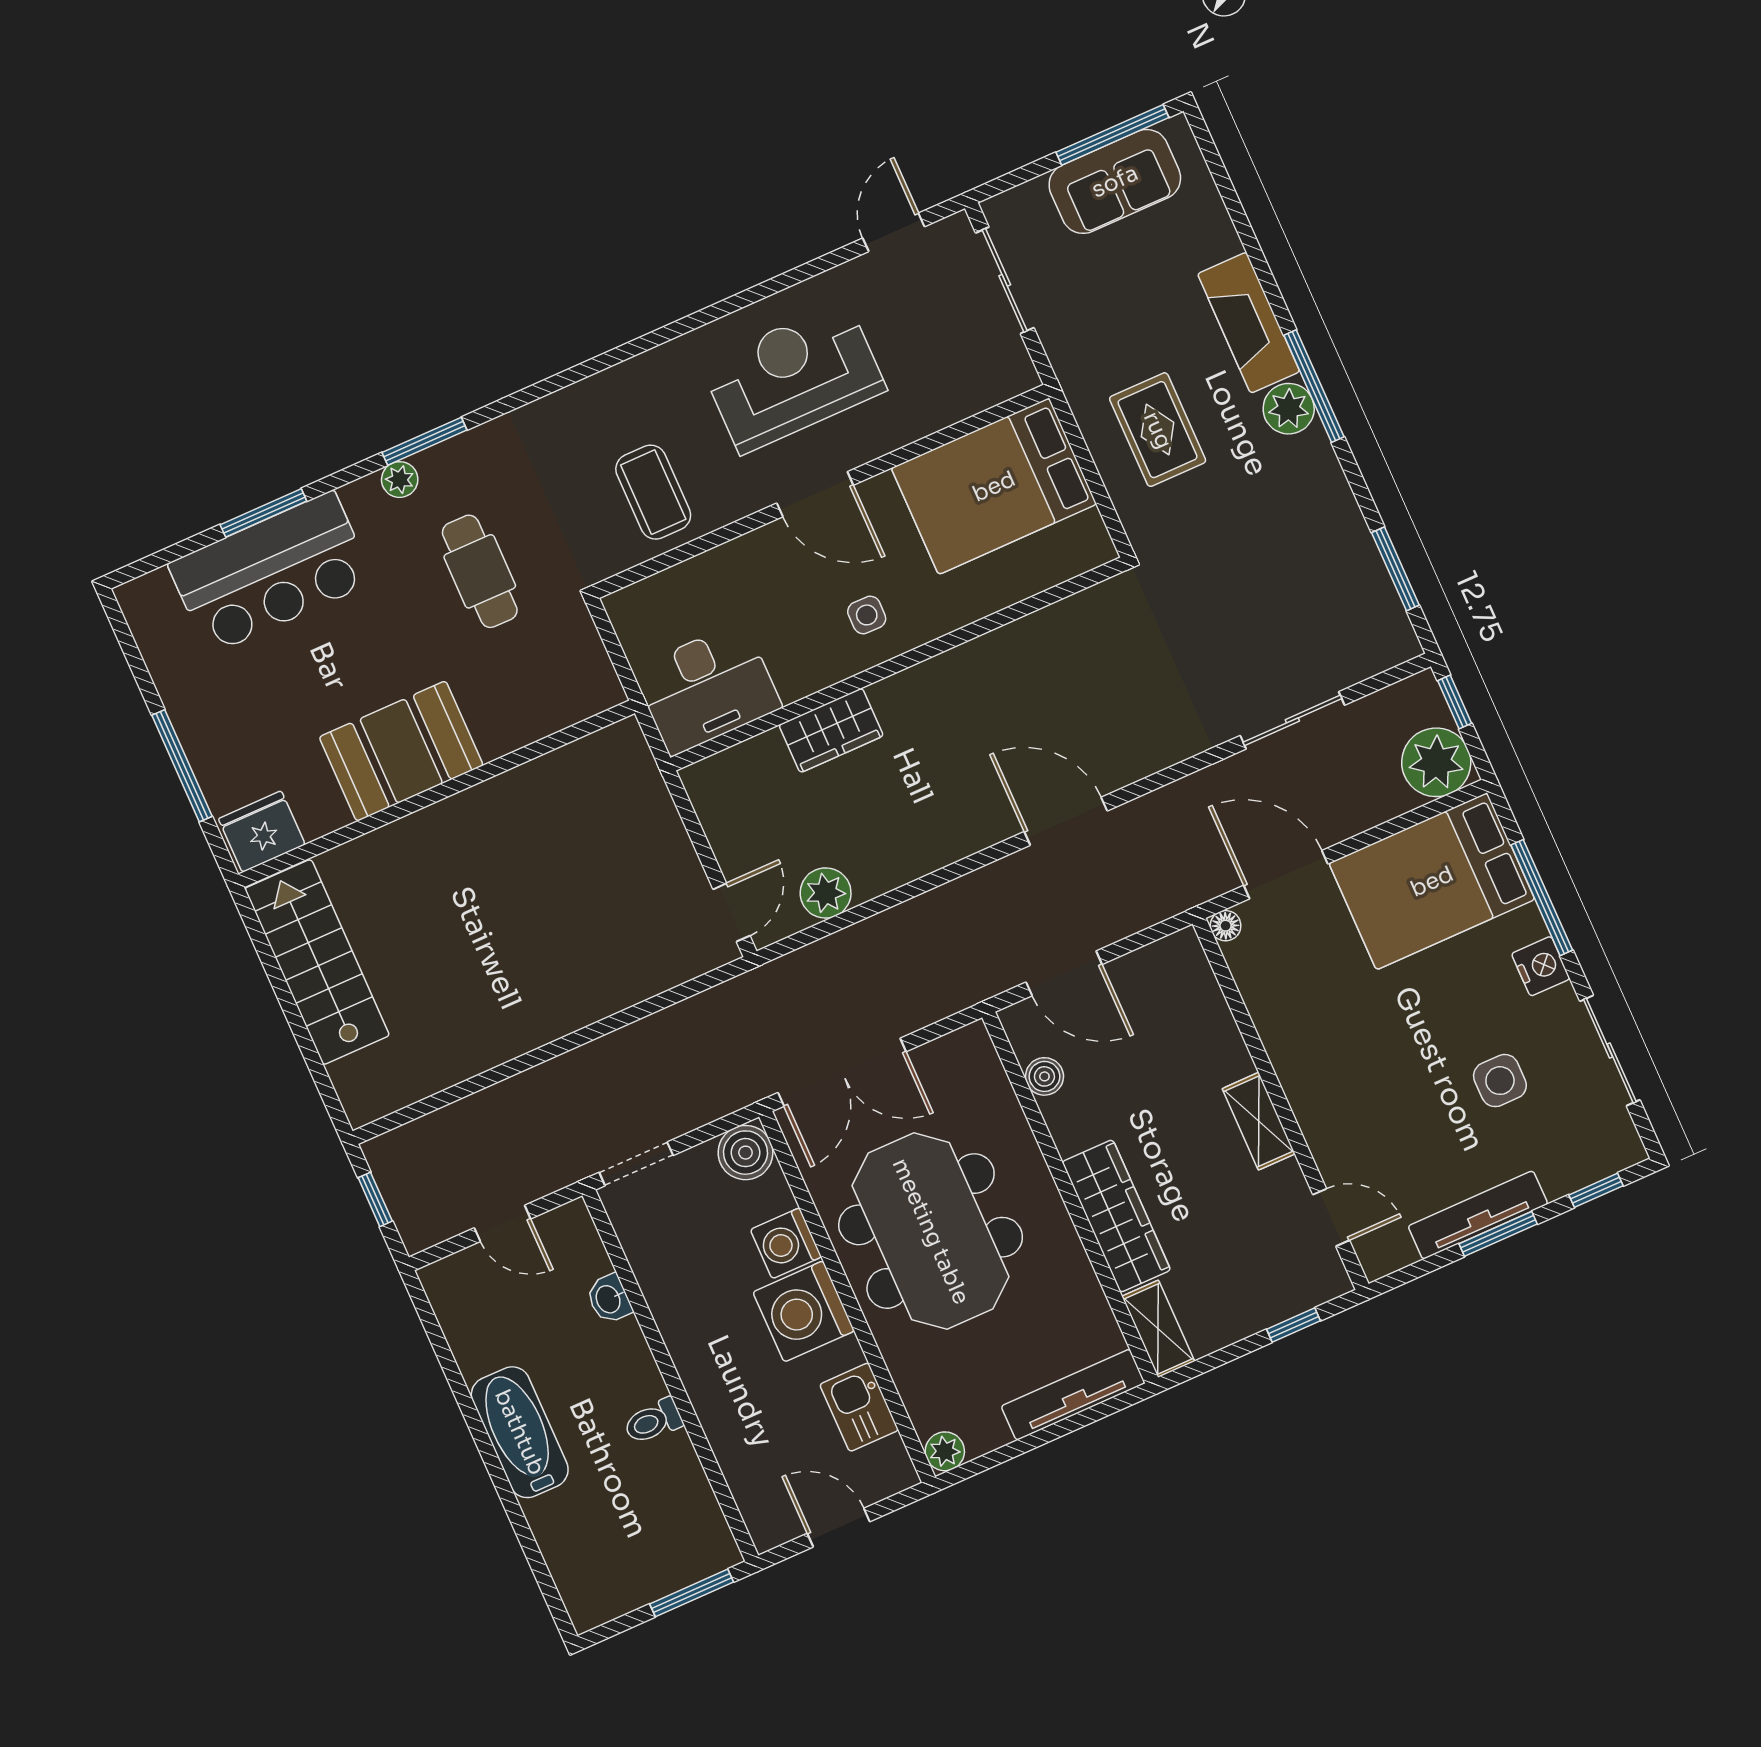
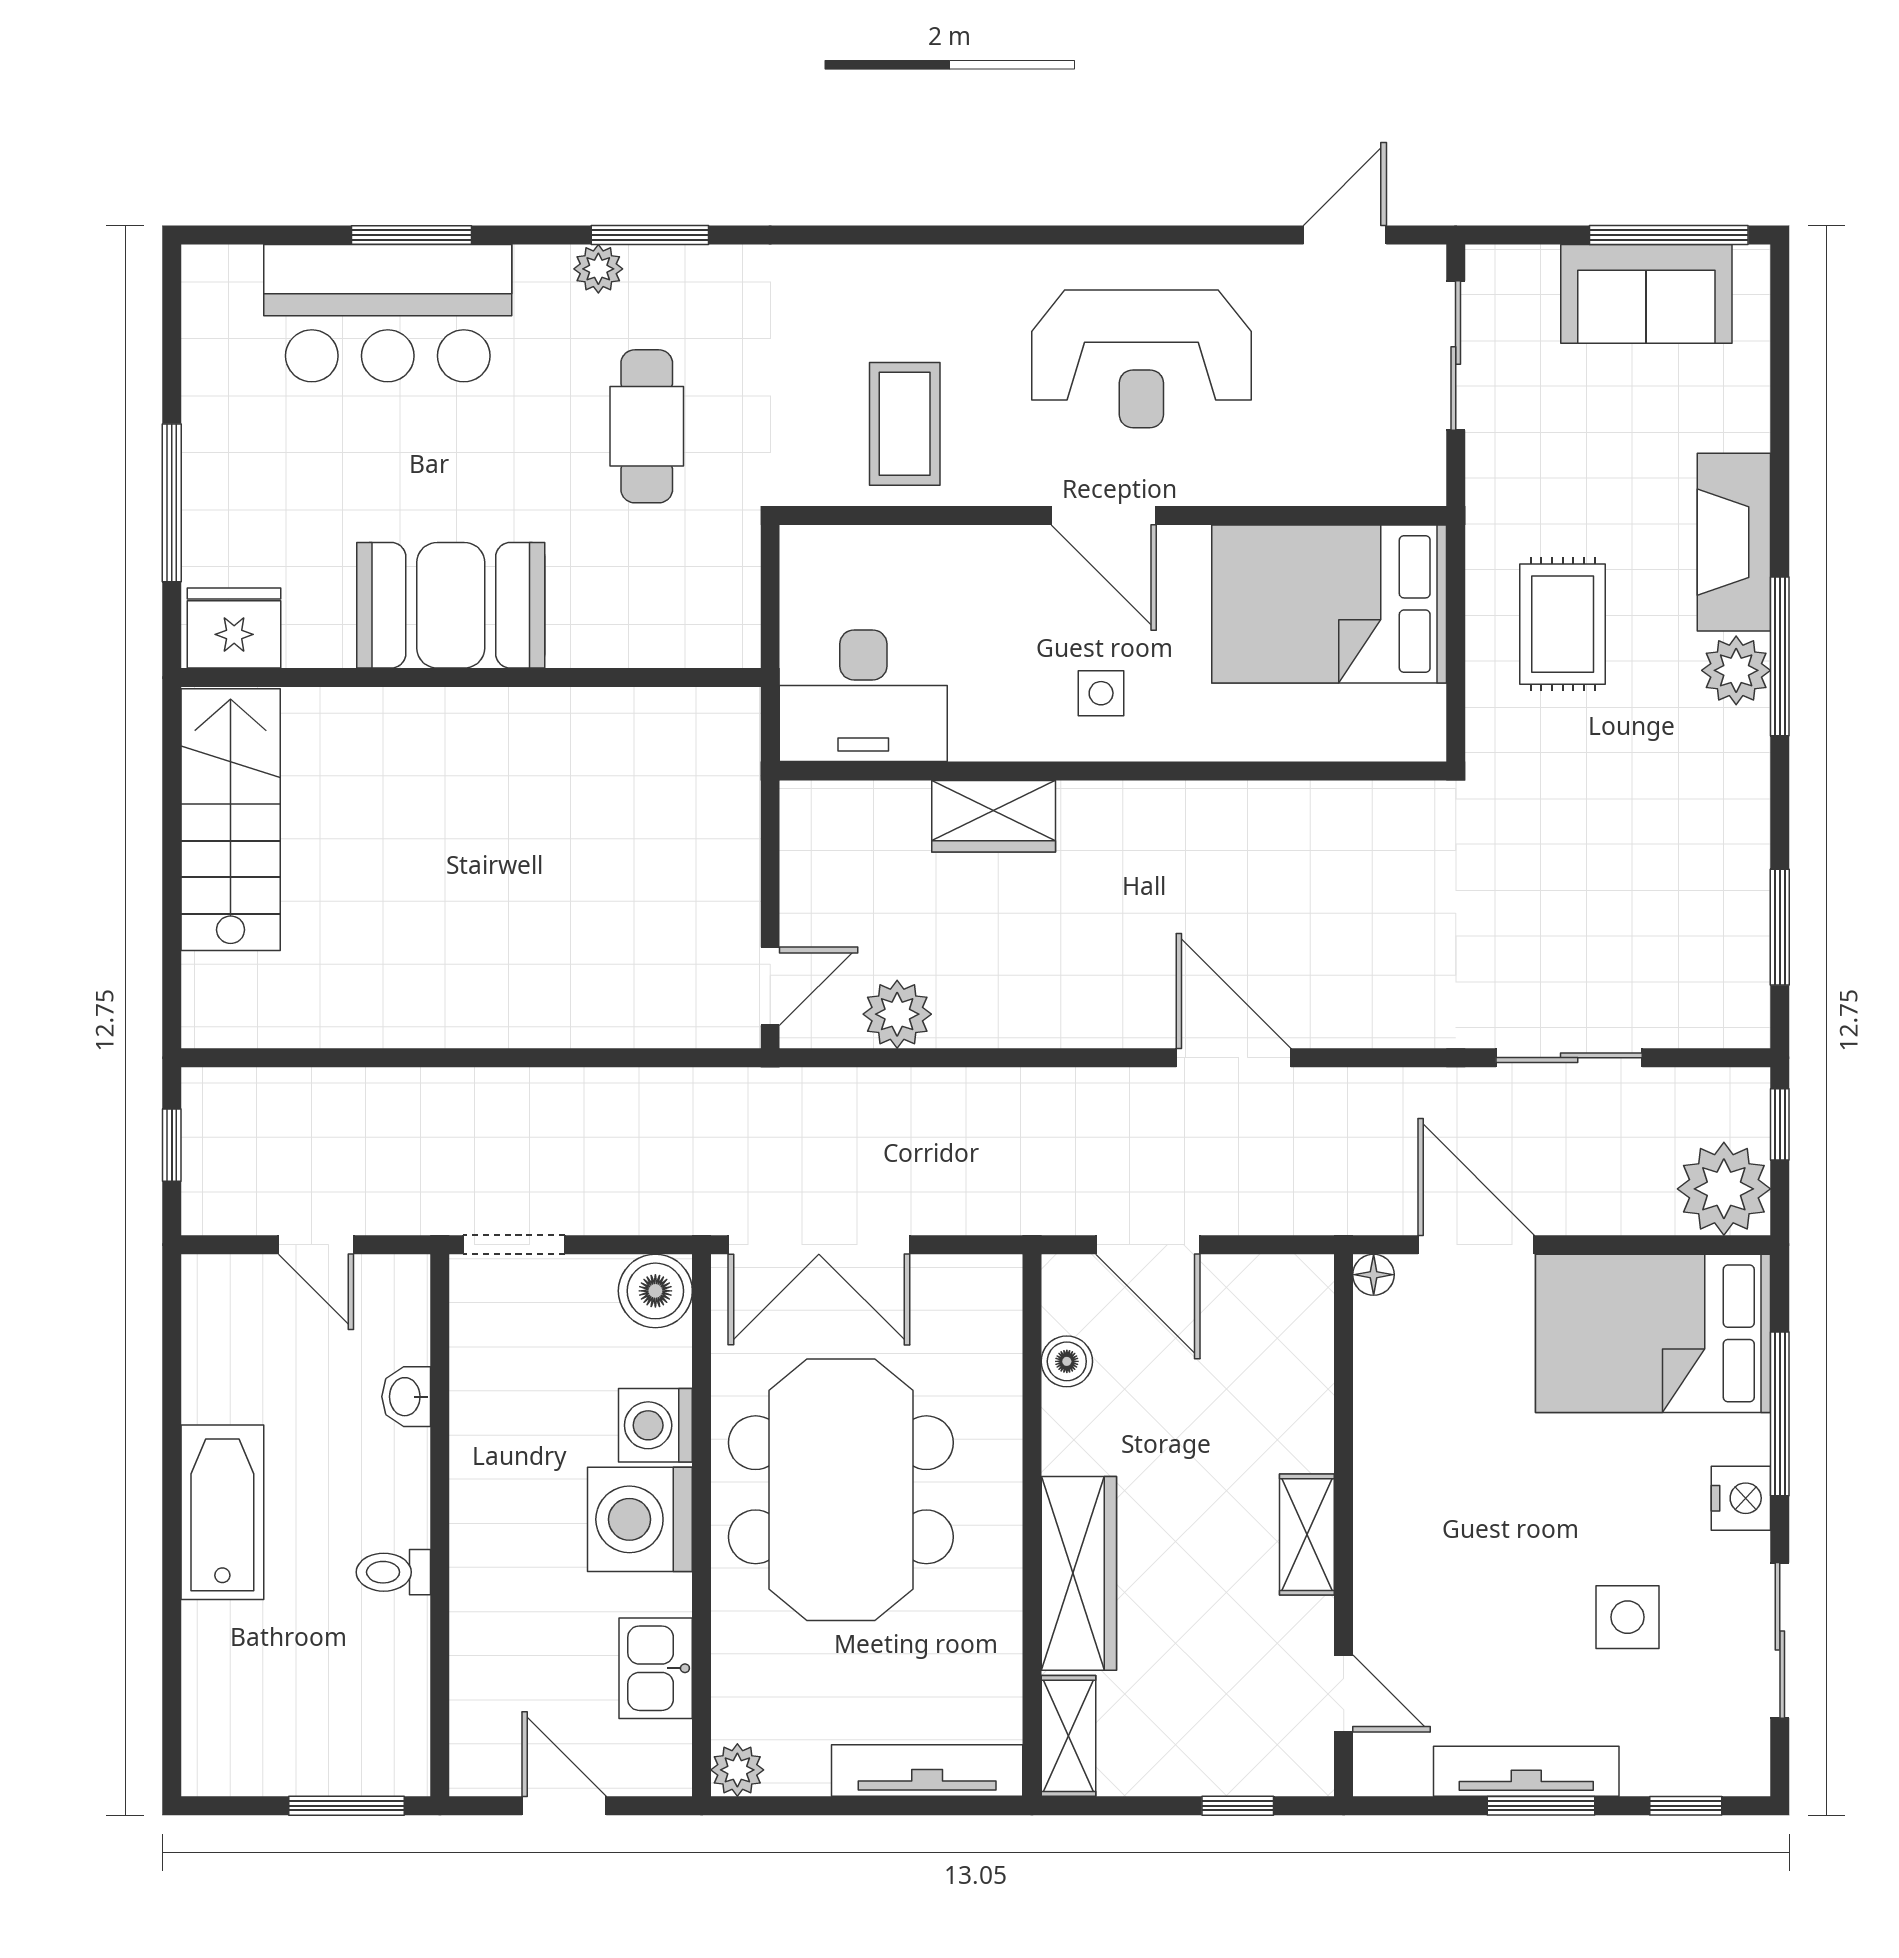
reception desk: (793, 377) -> (1141, 359), turned 180

